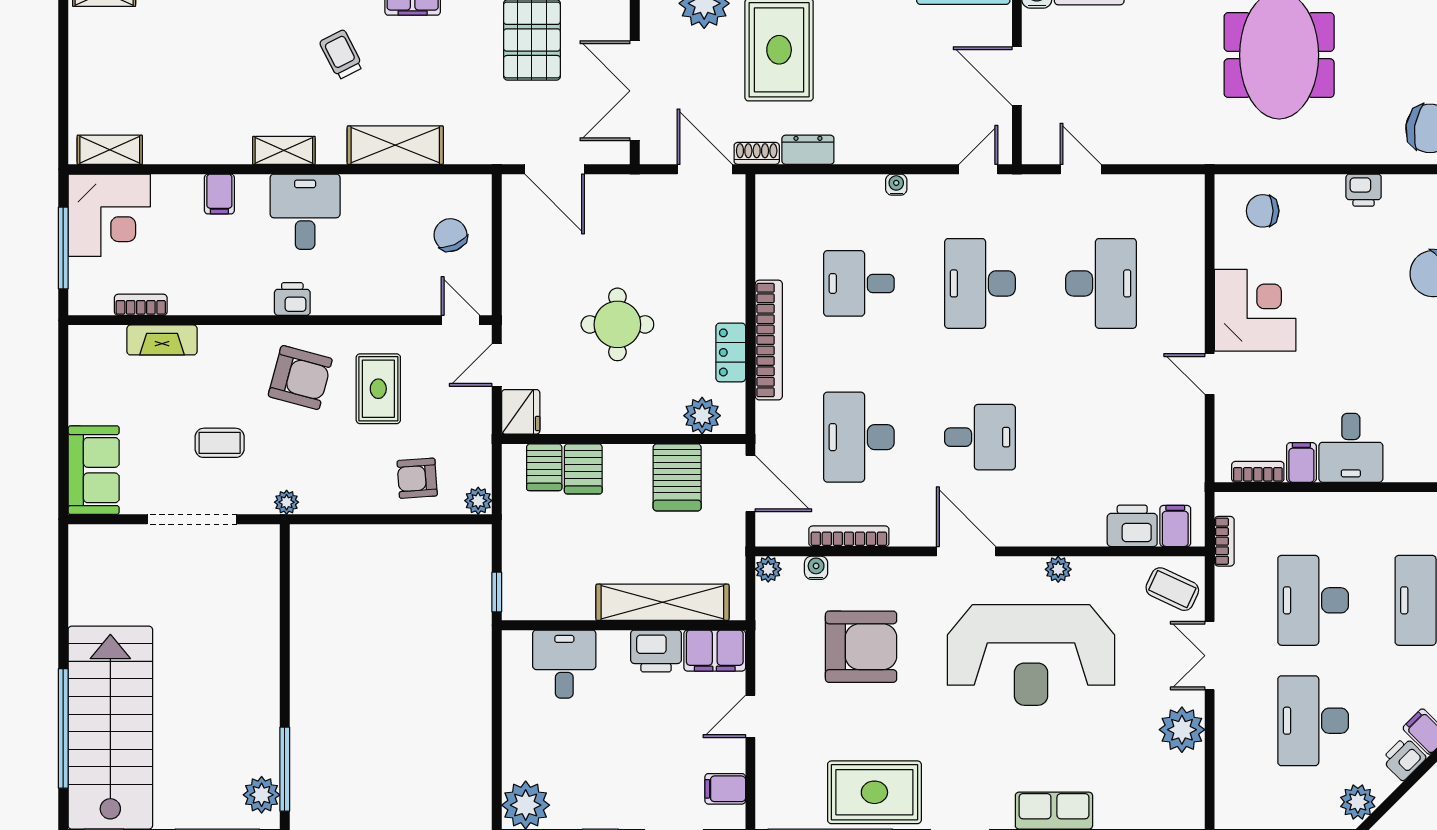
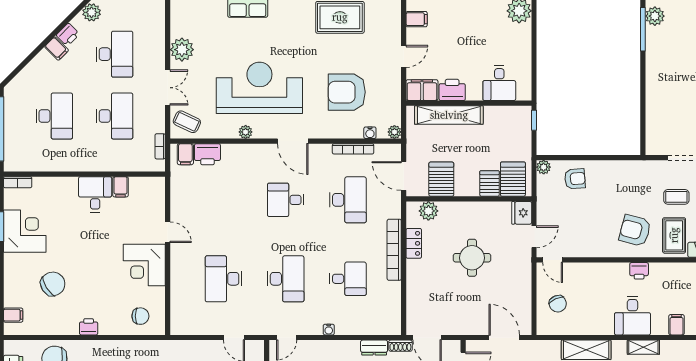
rug: (378, 389) -> (674, 235), moved
server rack: (544, 467) -> (513, 179), width x1.36, depth x1.44
bookcase: (1258, 472) -> (143, 182), removed
plant: (287, 502) -> (642, 166), removed

